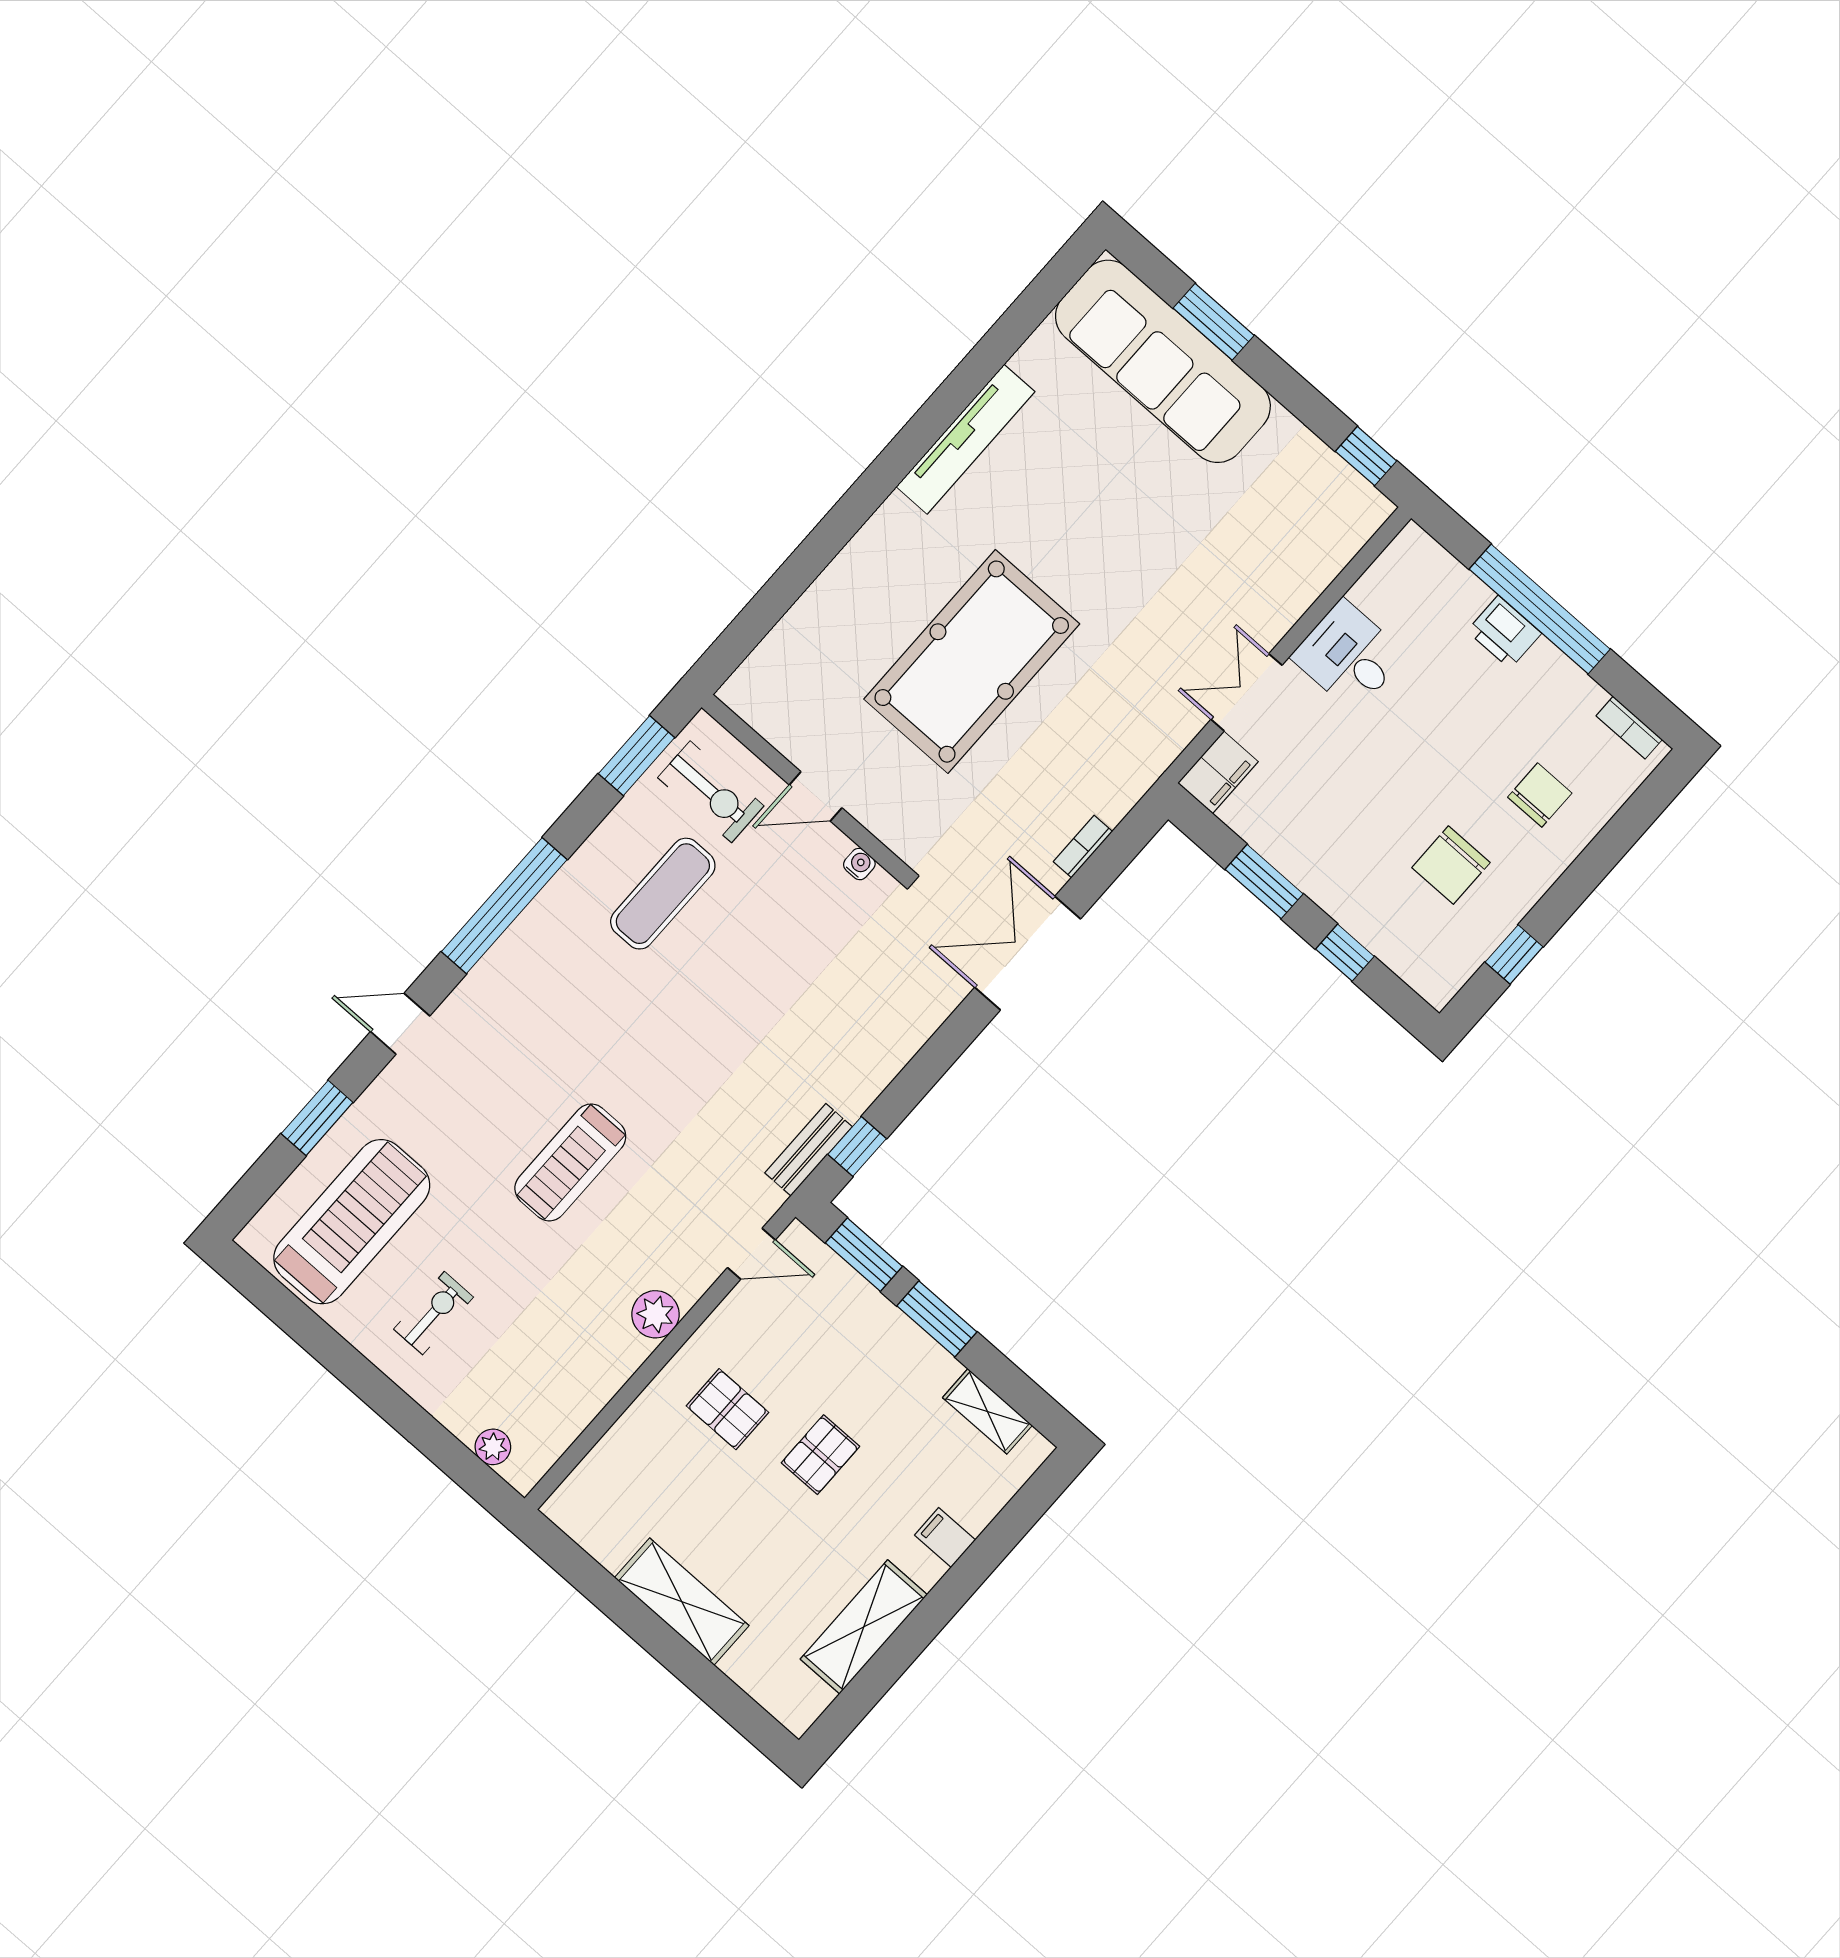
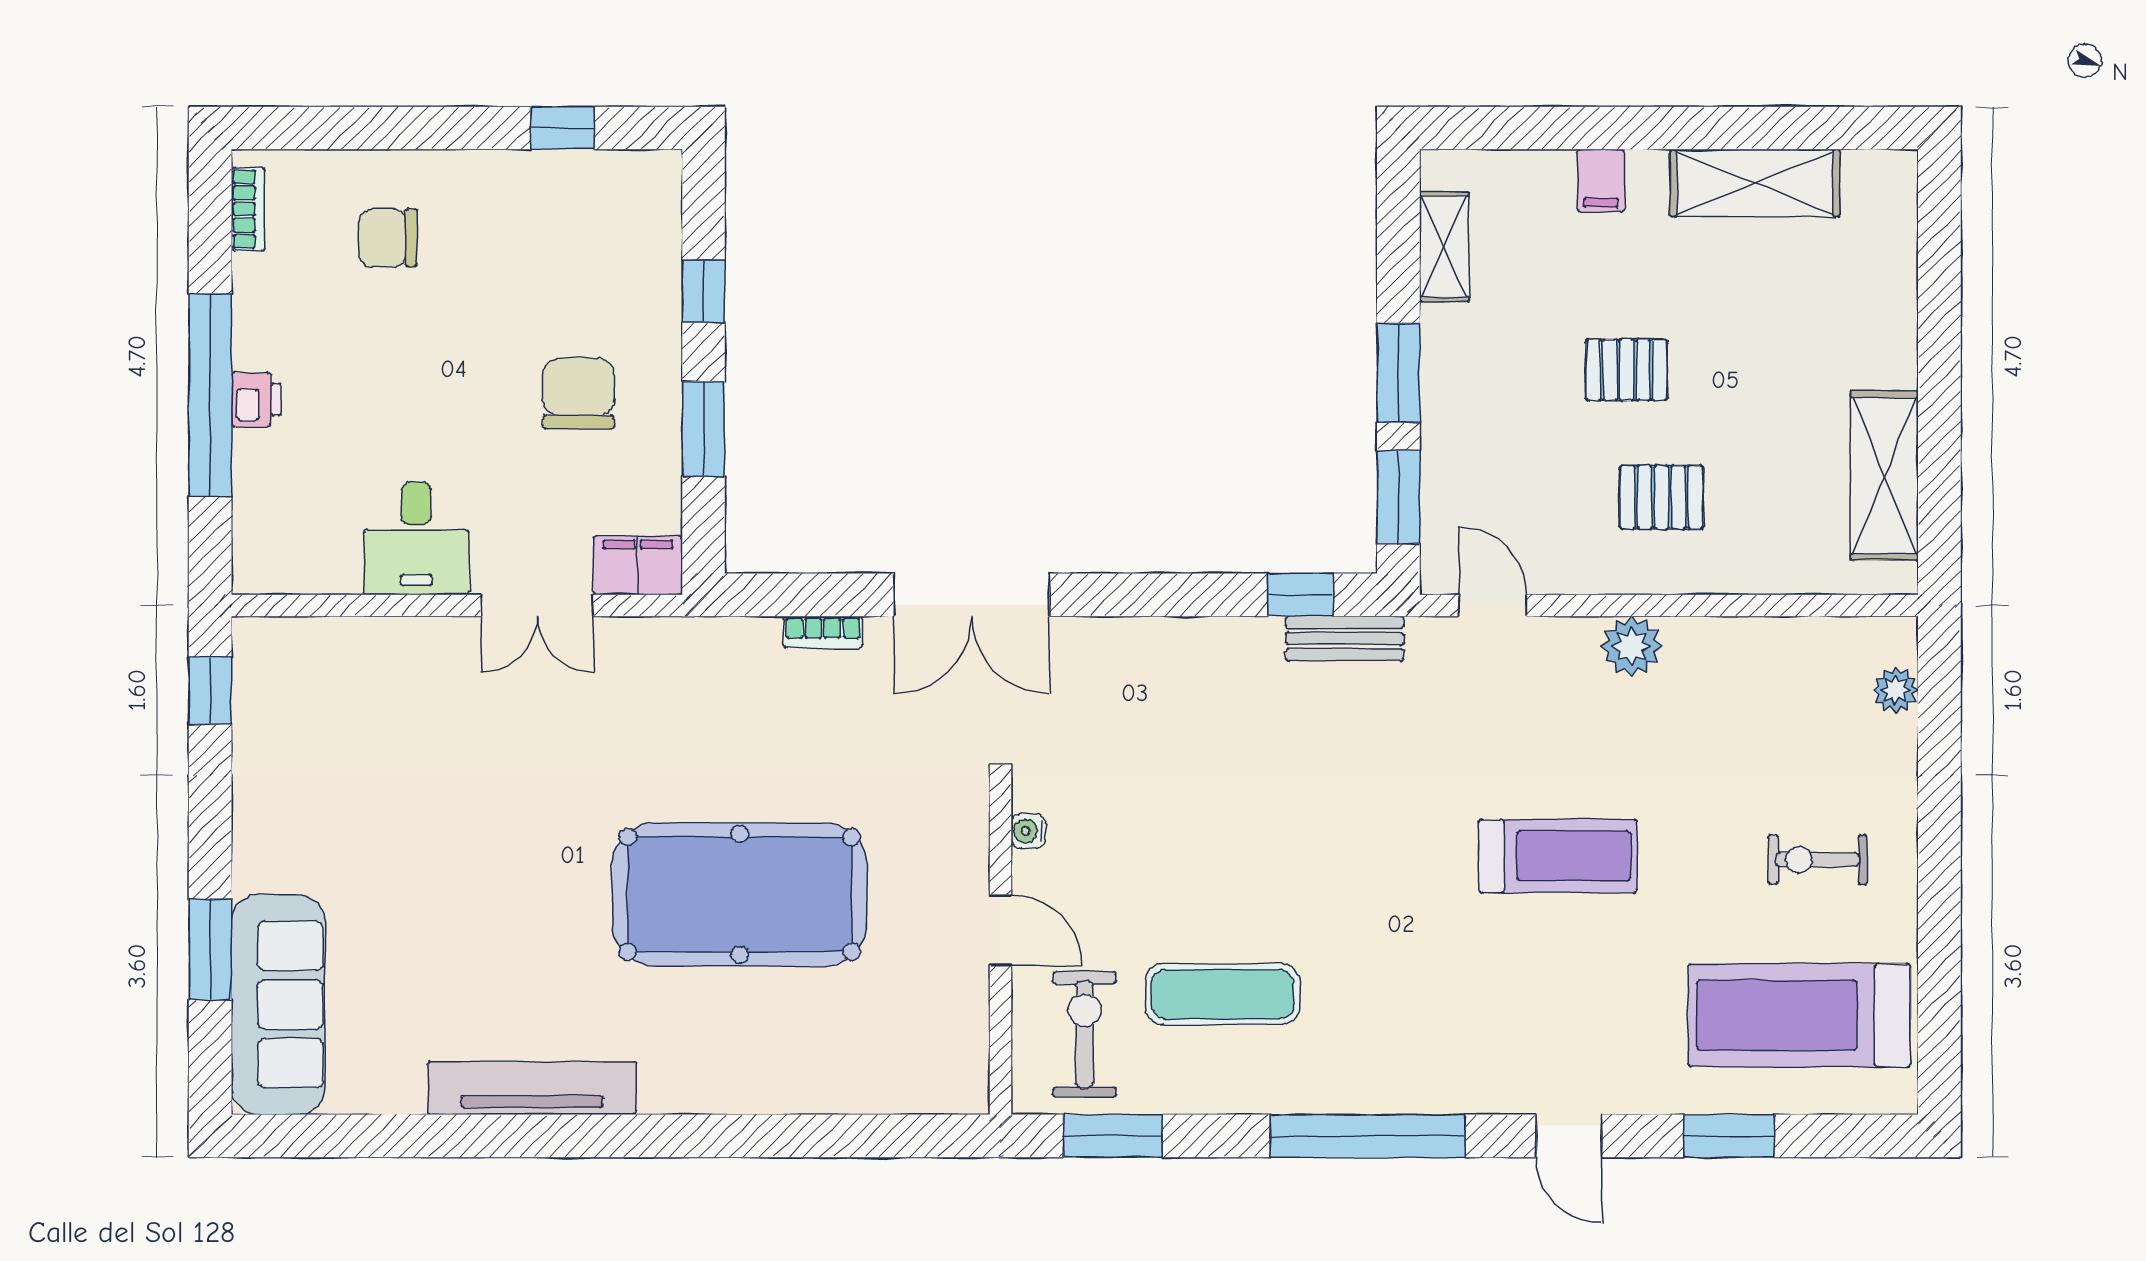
sofa: (1163, 361) -> (278, 1004), width x0.74, depth x0.79
printer: (1504, 632) -> (256, 400), width x0.73, depth x0.81
chair: (1451, 865) -> (579, 394), moved, turned -90
pallet: (728, 1409) -> (1661, 497), turned 90
shelving: (682, 1602) -> (1884, 476), moved

